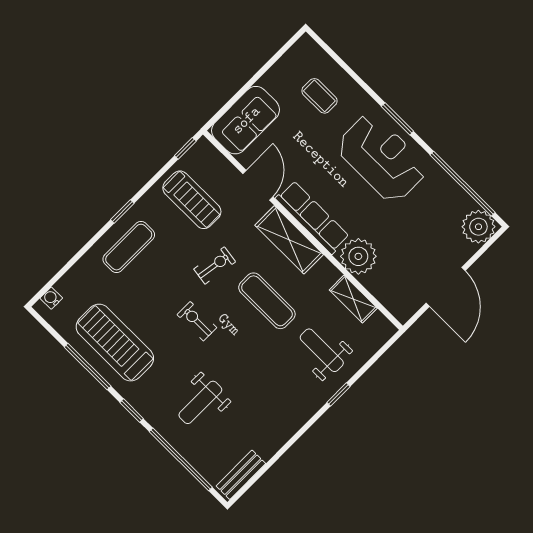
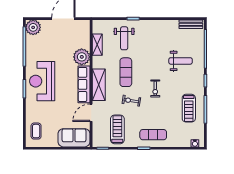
coffee table: (319, 96) -> (36, 131), moved
treadmill: (115, 343) -> (189, 108), width x0.73, depth x0.73

